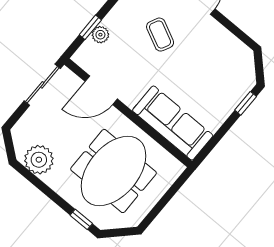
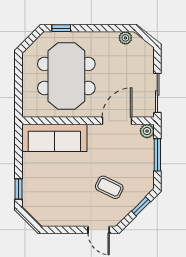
window: (90, 27) -> (157, 155), width x1.50
plant: (100, 35) -> (147, 131), moved
plant: (39, 160) -> (125, 38), width x0.53, depth x0.53

